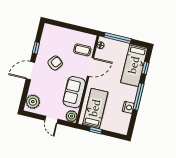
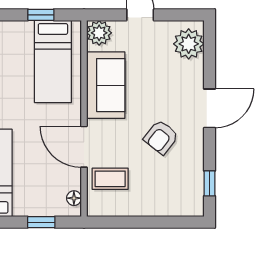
window: (118, 38) -> (41, 222), width x0.46
window: (36, 48) -> (210, 183), moved
door: (91, 67) -> (84, 147), hinge flipped

